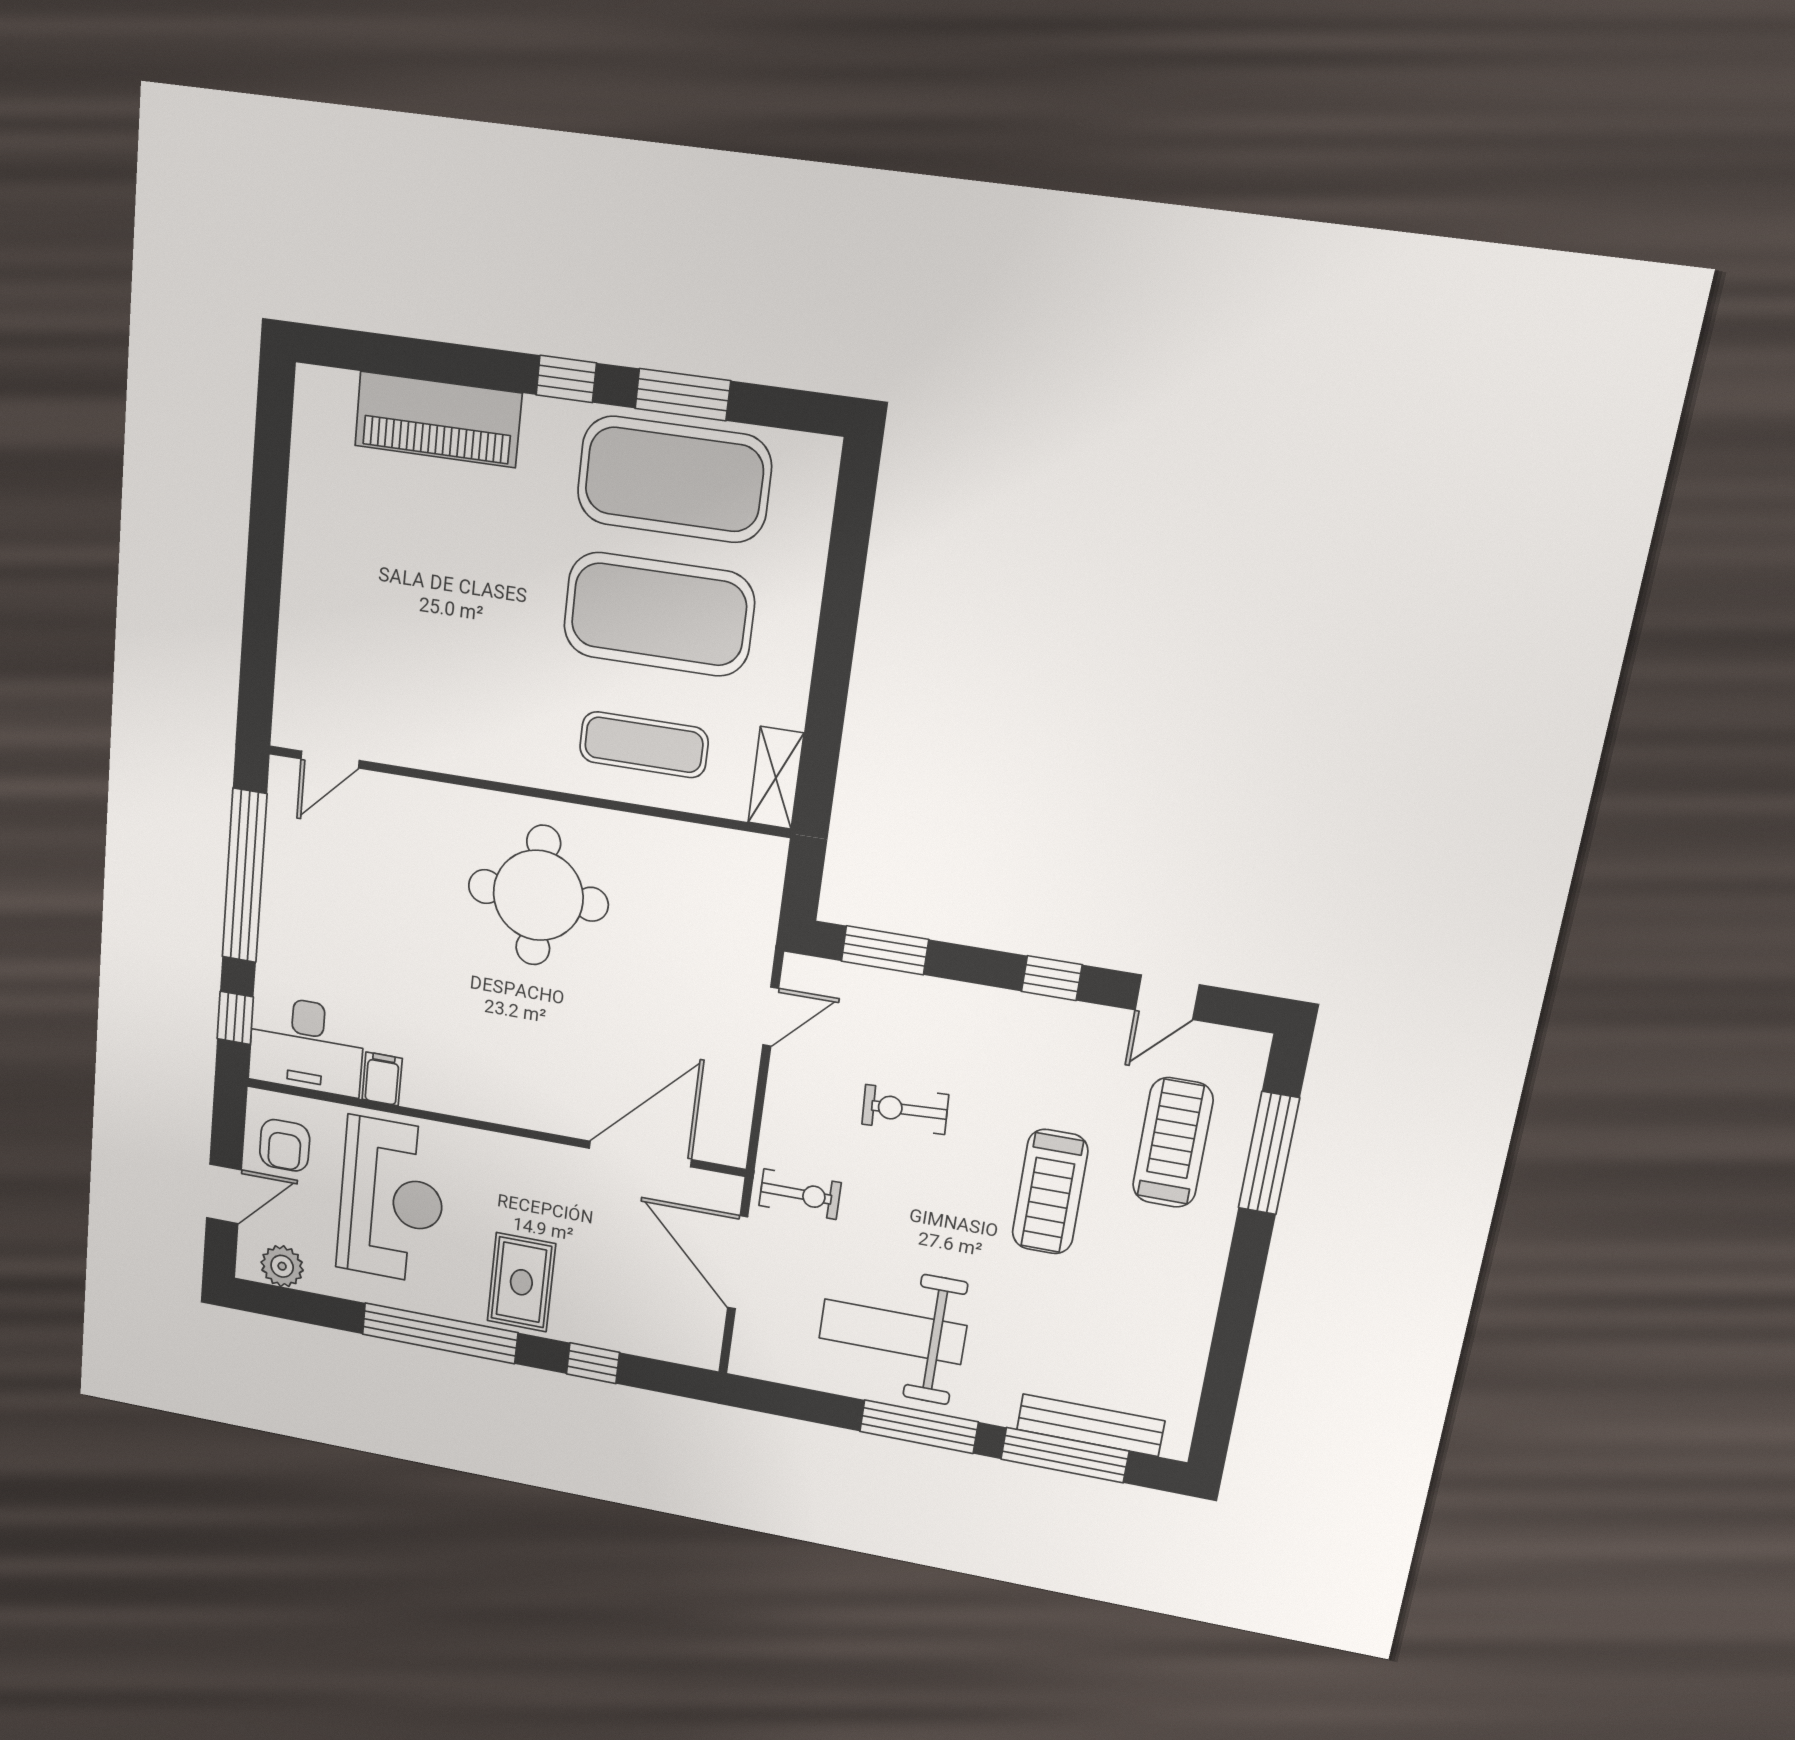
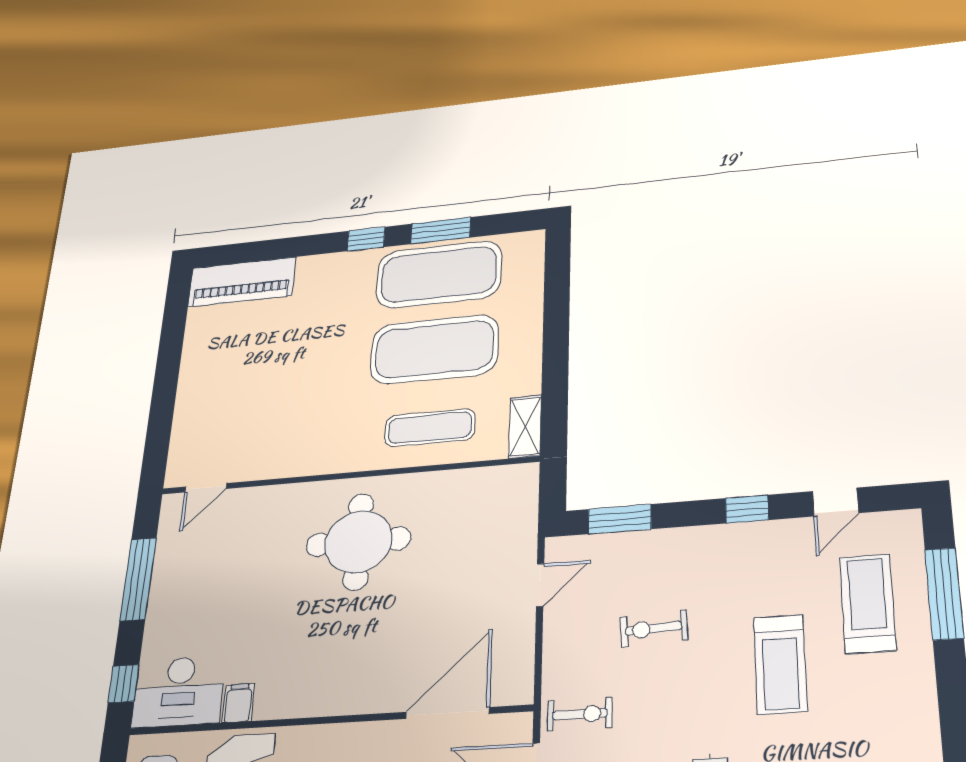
piano: (438, 420) -> (242, 282), moved
window: (244, 876) -> (138, 579), width x0.68

